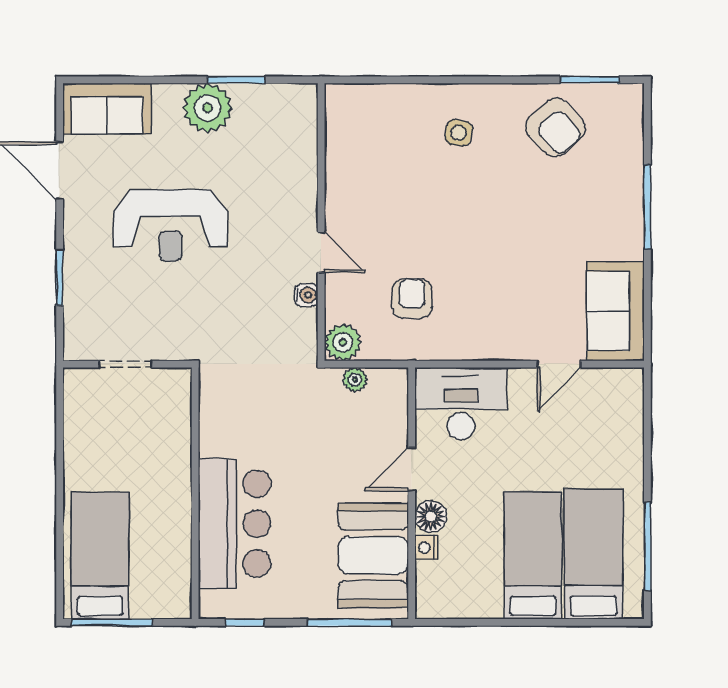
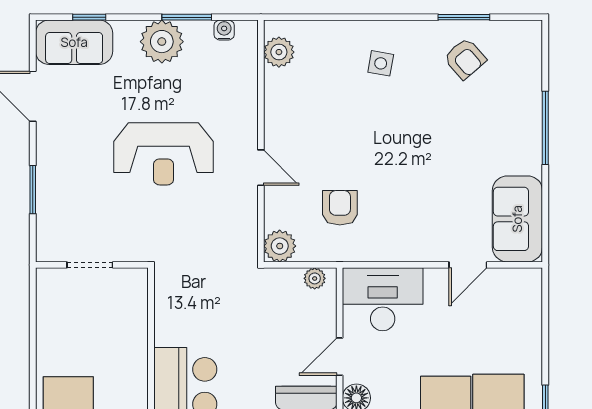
window: (124, 80) -> (89, 17), added
window: (590, 80) -> (464, 17), moved
plant: (342, 120) -> (279, 52), added
armchair: (555, 127) -> (465, 59), width x0.72, depth x0.72
reception desk: (170, 225) -> (163, 154), moved
water cooler: (306, 295) -> (224, 30), moved, turned -90
plant: (355, 380) -> (315, 278), moved

